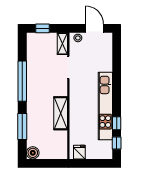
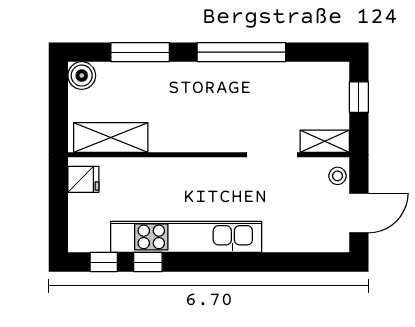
shelving: (61, 113) -> (111, 137), moved

